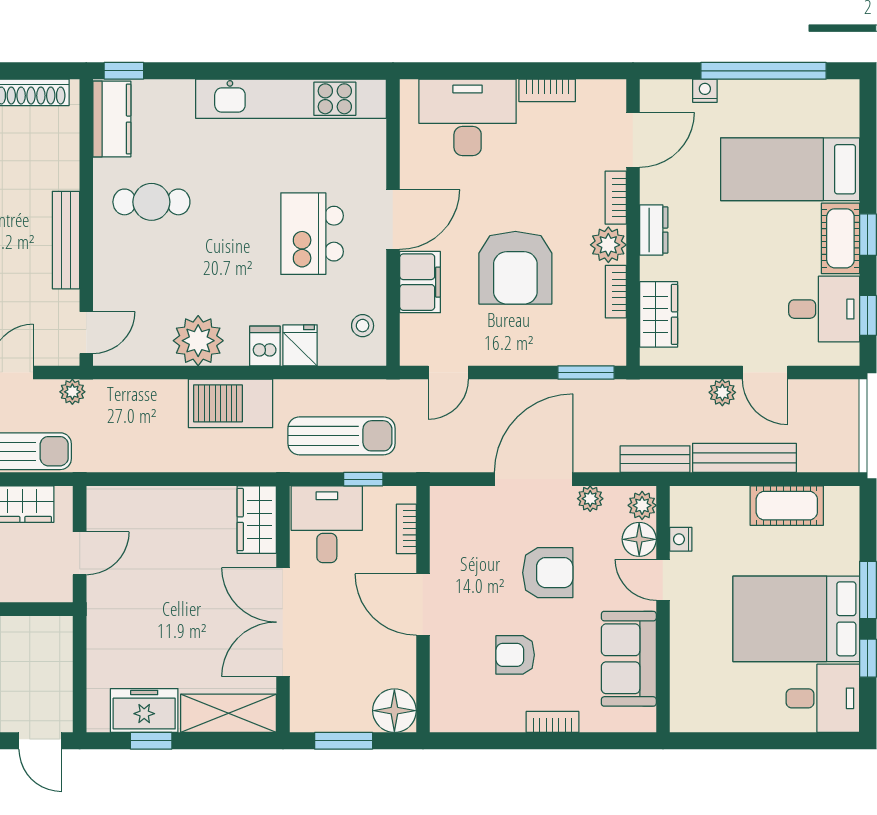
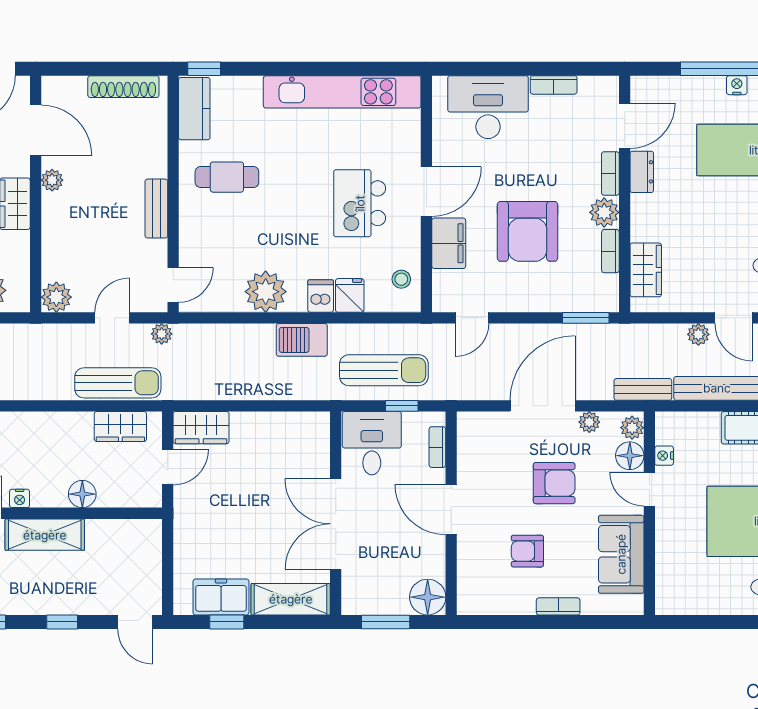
nightstand: (705, 91) -> (737, 85), moved
dresser: (654, 230) -> (642, 172), moved
bench: (66, 240) -> (156, 209), width x0.73
barbecue: (231, 403) -> (302, 340), width x0.73, depth x0.83
wardrobe: (257, 520) -> (201, 428), moved, turned -90

